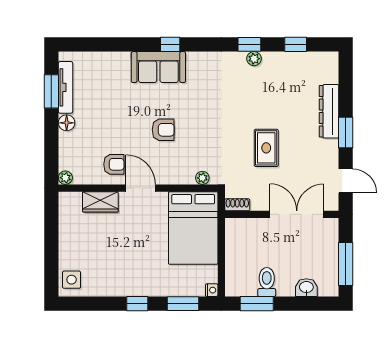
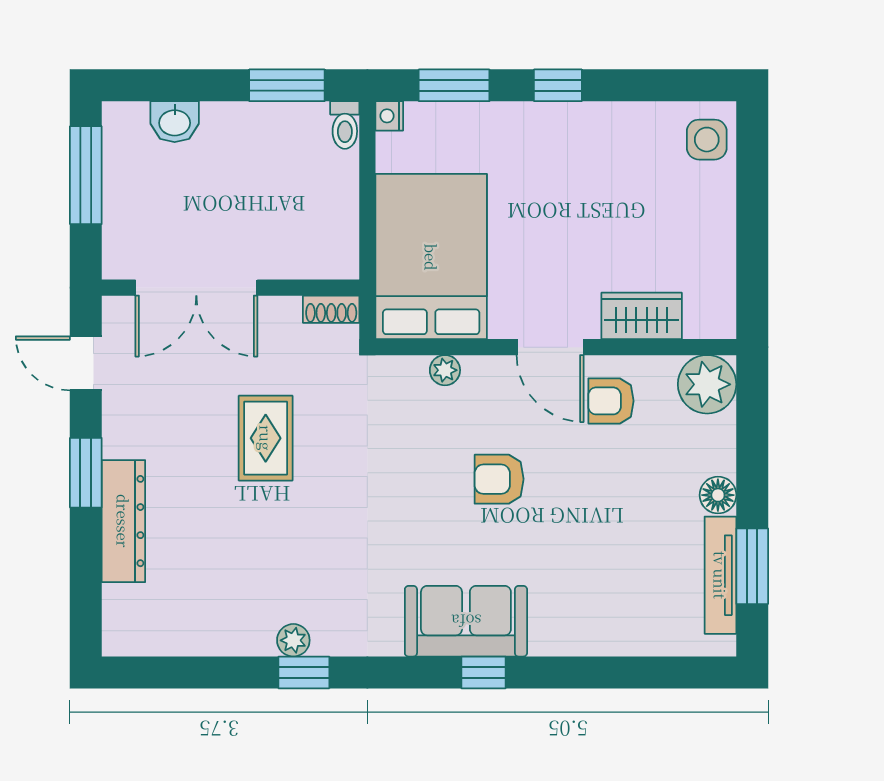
window: (296, 44) -> (199, 672), removed
sofa: (158, 67) -> (466, 621), moved
plant: (65, 178) -> (707, 384), width x1.87, depth x1.87
plant: (202, 178) -> (445, 370), moved
toilet: (267, 282) -> (345, 125), moved, width x0.73, depth x0.72

